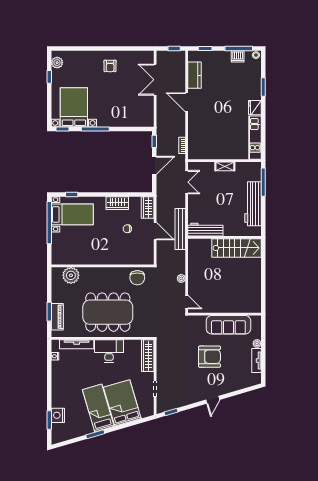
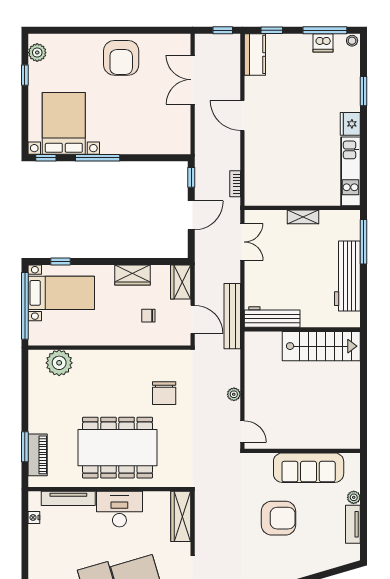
armchair: (110, 66) -> (121, 58), width x1.88, depth x1.88
kitchen counter: (195, 75) -> (255, 54), moved
wall: (103, 266) -> (109, 348), moved
plant: (71, 275) -> (59, 363), moved

